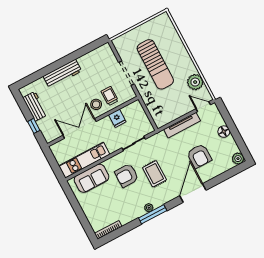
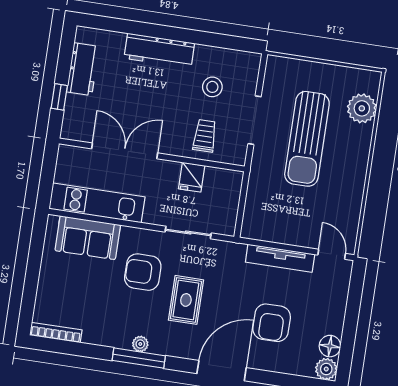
plant: (195, 82) -> (362, 108), moved
stool: (96, 104) -> (212, 87), moved
floor lamp: (224, 132) -> (330, 346), moved

